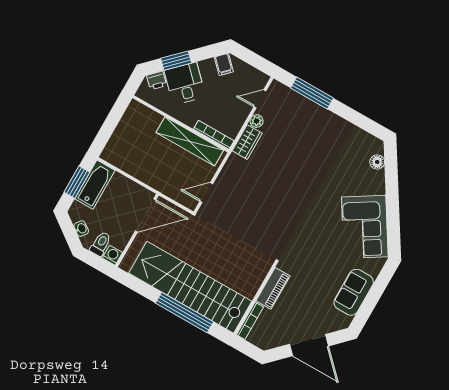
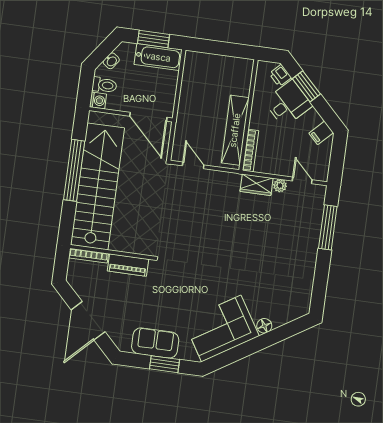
floor lamp: (377, 162) -> (264, 326), moved
window: (376, 291) -> (165, 364), added
window: (184, 313) -> (74, 170), moved

